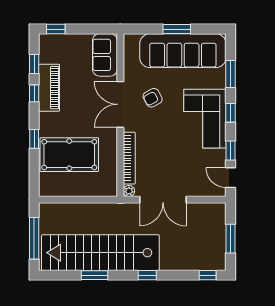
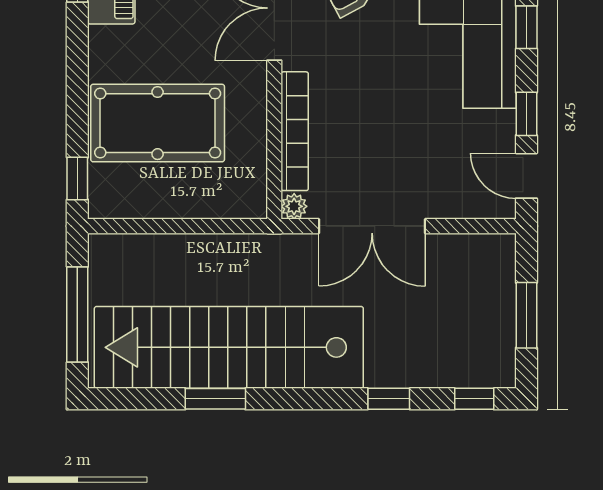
window: (34, 139) -> (77, 179), moved
window: (147, 275) -> (389, 399), moved

